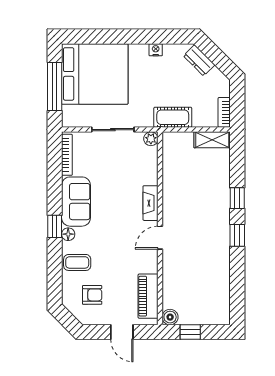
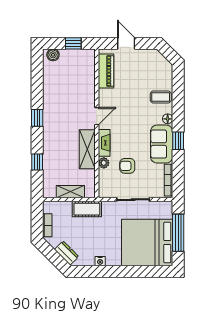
bookcase: (224, 112) -> (47, 225), moved
plant: (151, 139) -> (104, 163), moved
shelving: (212, 140) -> (70, 192), moved
shelving: (172, 195) -> (87, 149), added
window: (237, 198) -> (37, 162), moved
window: (55, 226) -> (178, 141), moved
armchair: (92, 295) -> (127, 166), moved
boiler: (170, 317) -> (53, 55), moved

